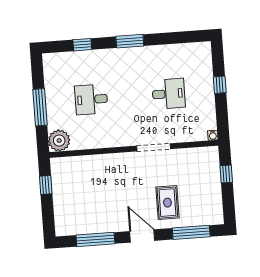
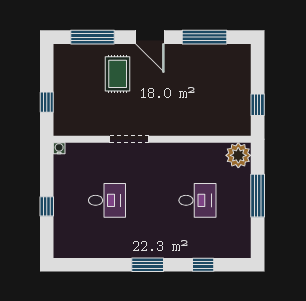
desk: (169, 94) -> (107, 200), turned 180

